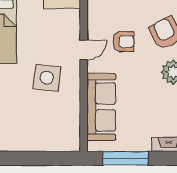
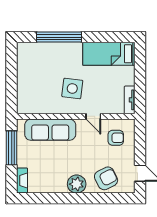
armchair: (123, 42) -> (116, 138), moved, turned -90

